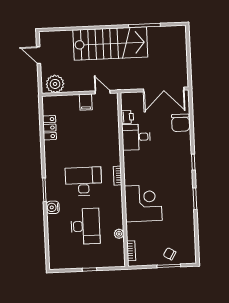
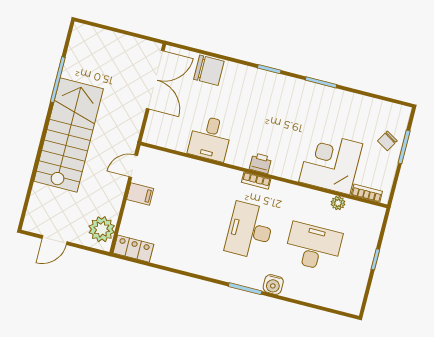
printer: (127, 117) -> (260, 163), moved
locker: (49, 128) -> (133, 249), moved
corner desk: (143, 203) -> (331, 163), moved

